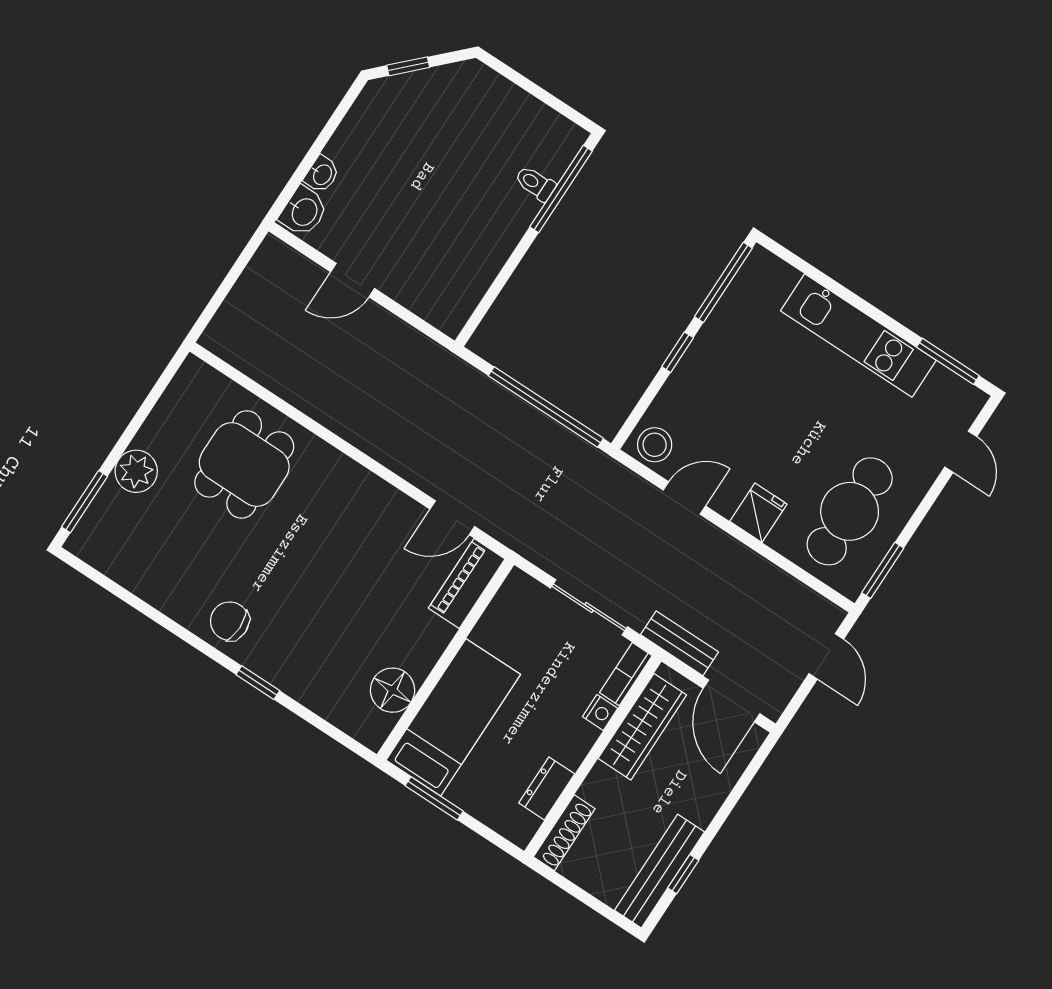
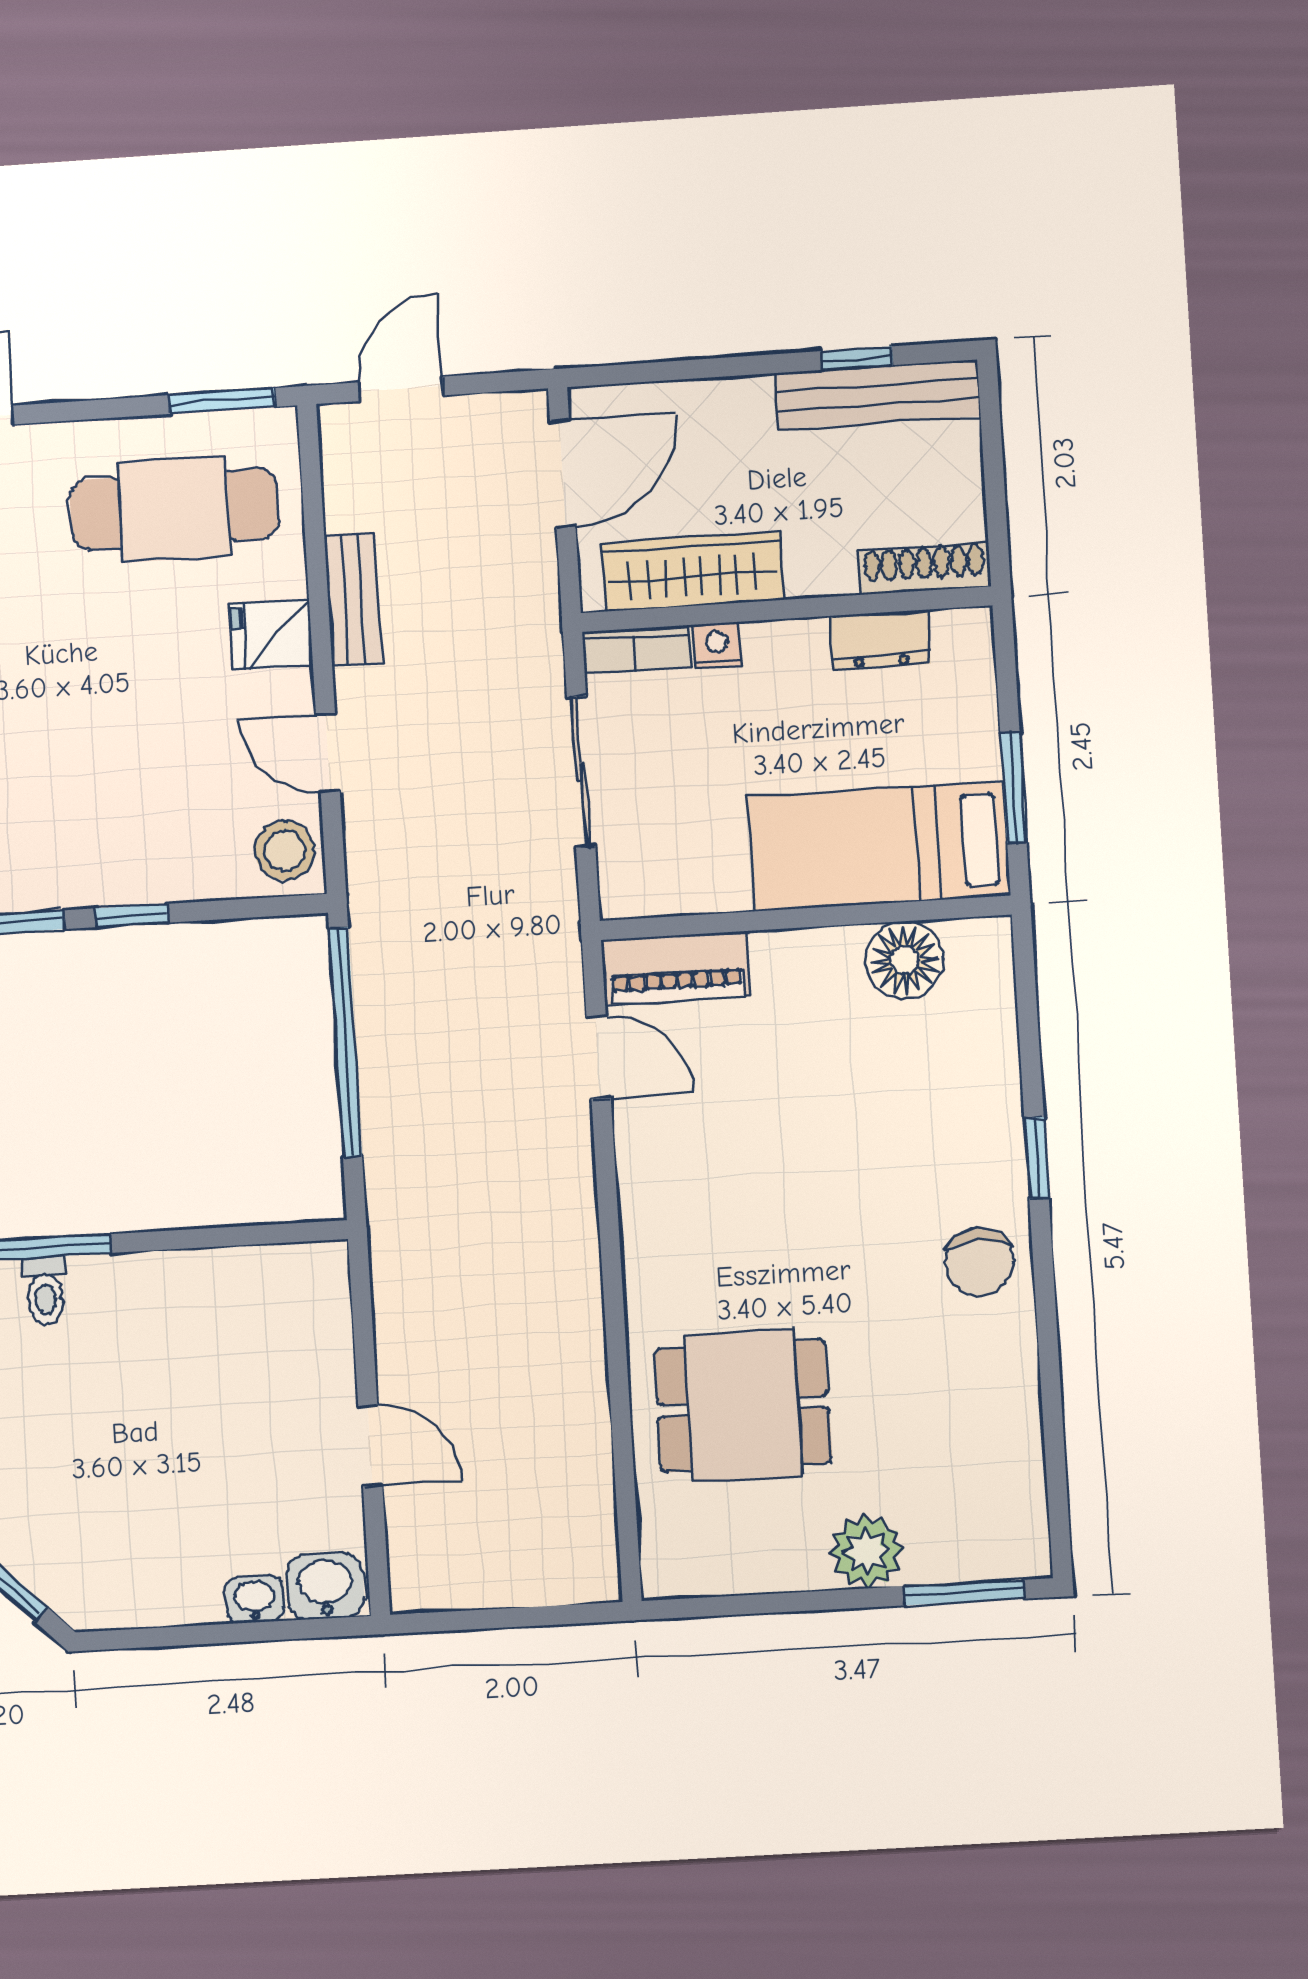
bench: (679, 643) -> (353, 599), moved

